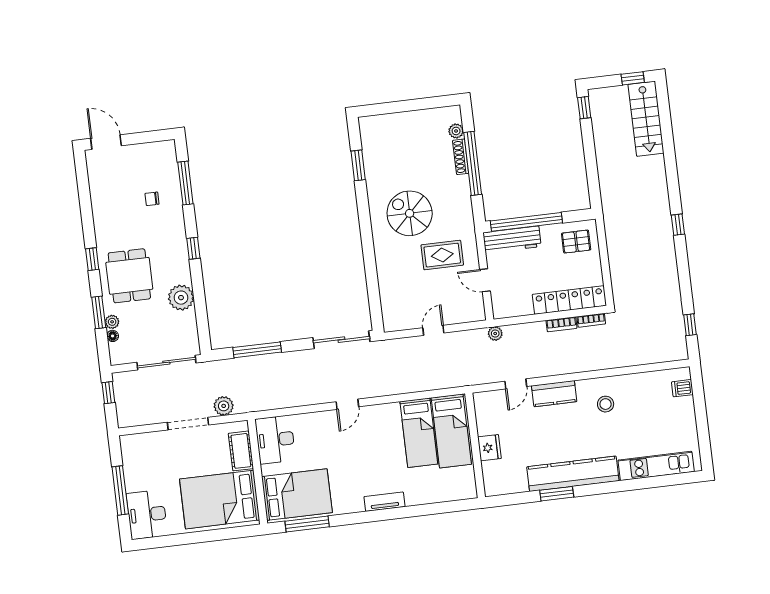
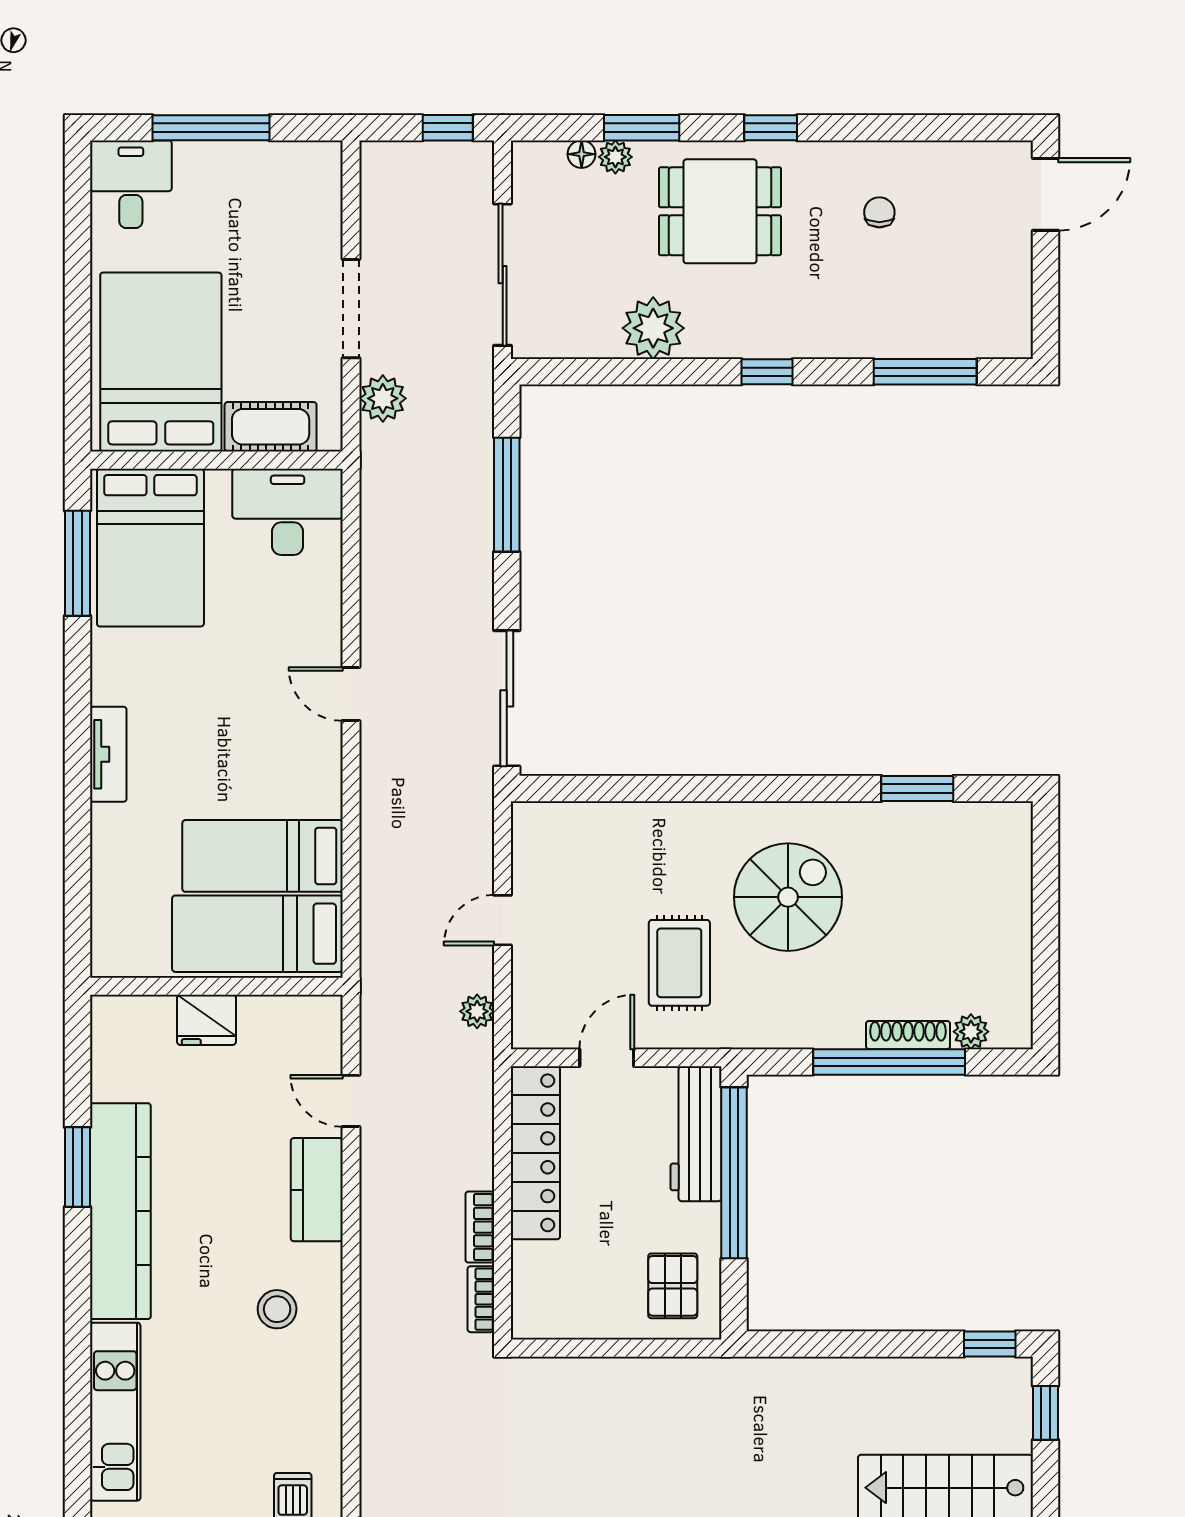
window: (633, 78) -> (1045, 1413), moved
chair: (152, 199) -> (879, 212), moved
locker: (569, 300) -> (535, 1153), moved
door: (433, 330) -> (503, 920), swing flipped
plant: (495, 333) -> (477, 1011), moved
desk: (147, 515) -> (131, 184), width x0.73

